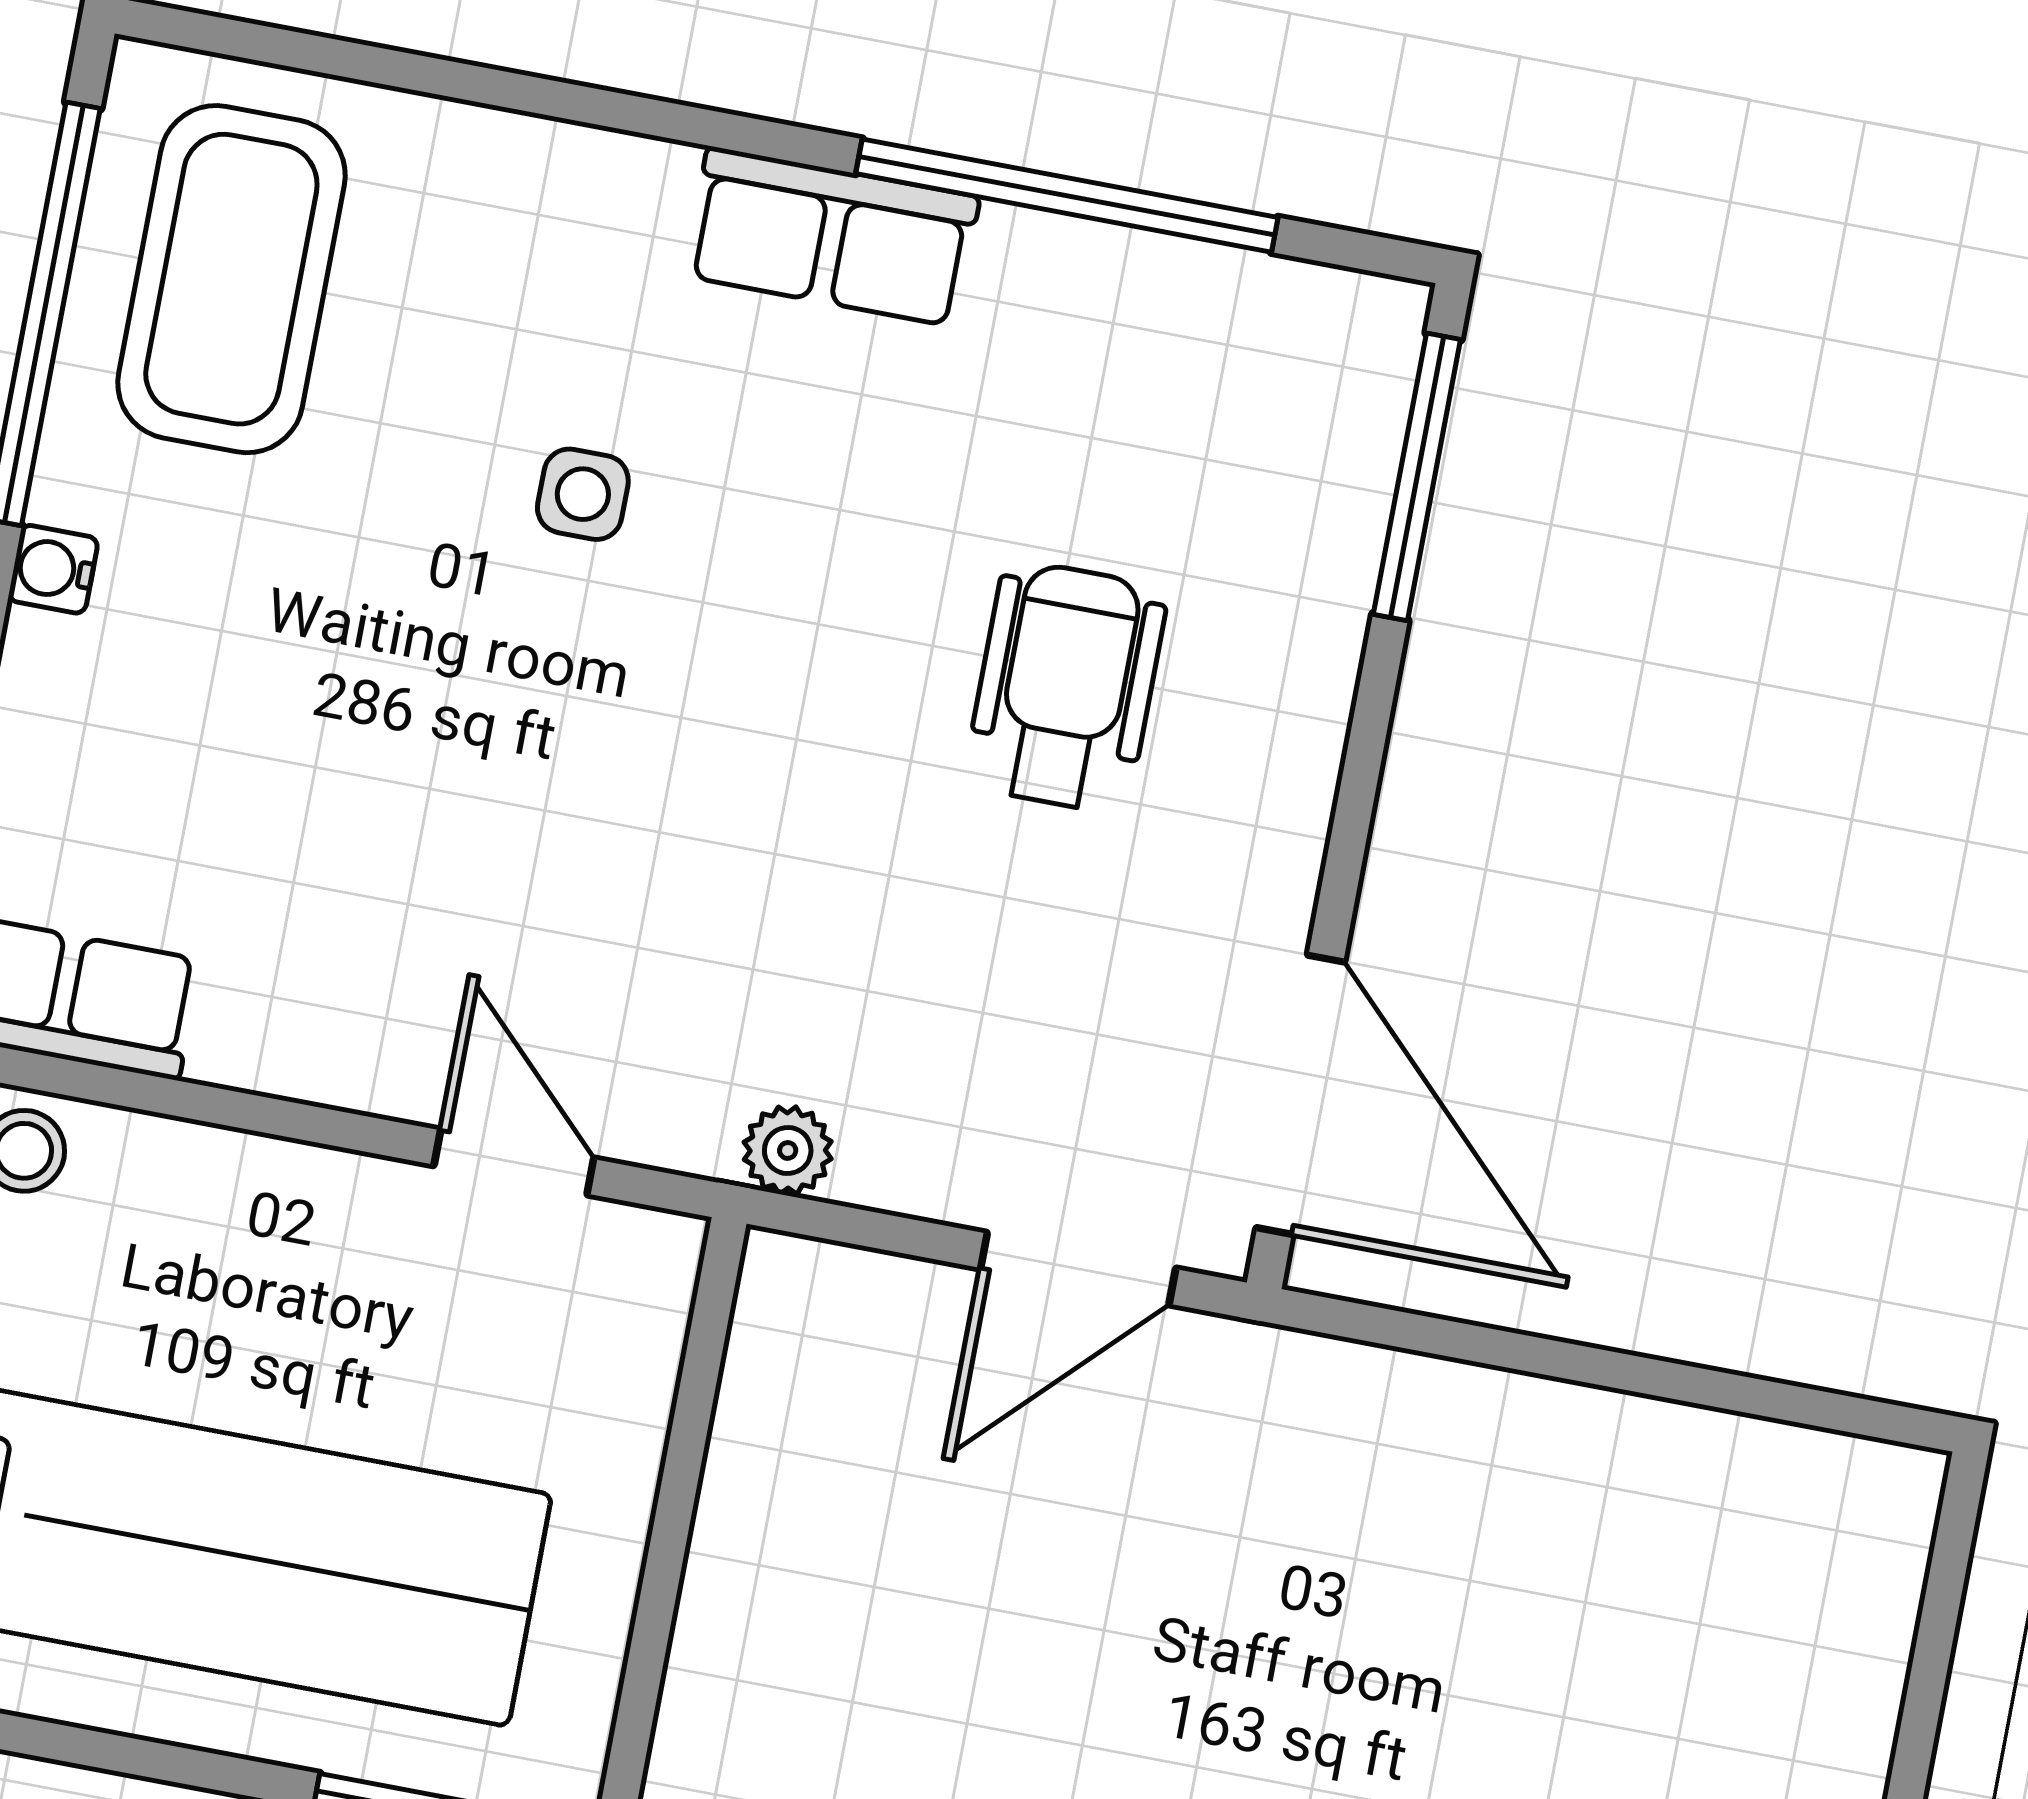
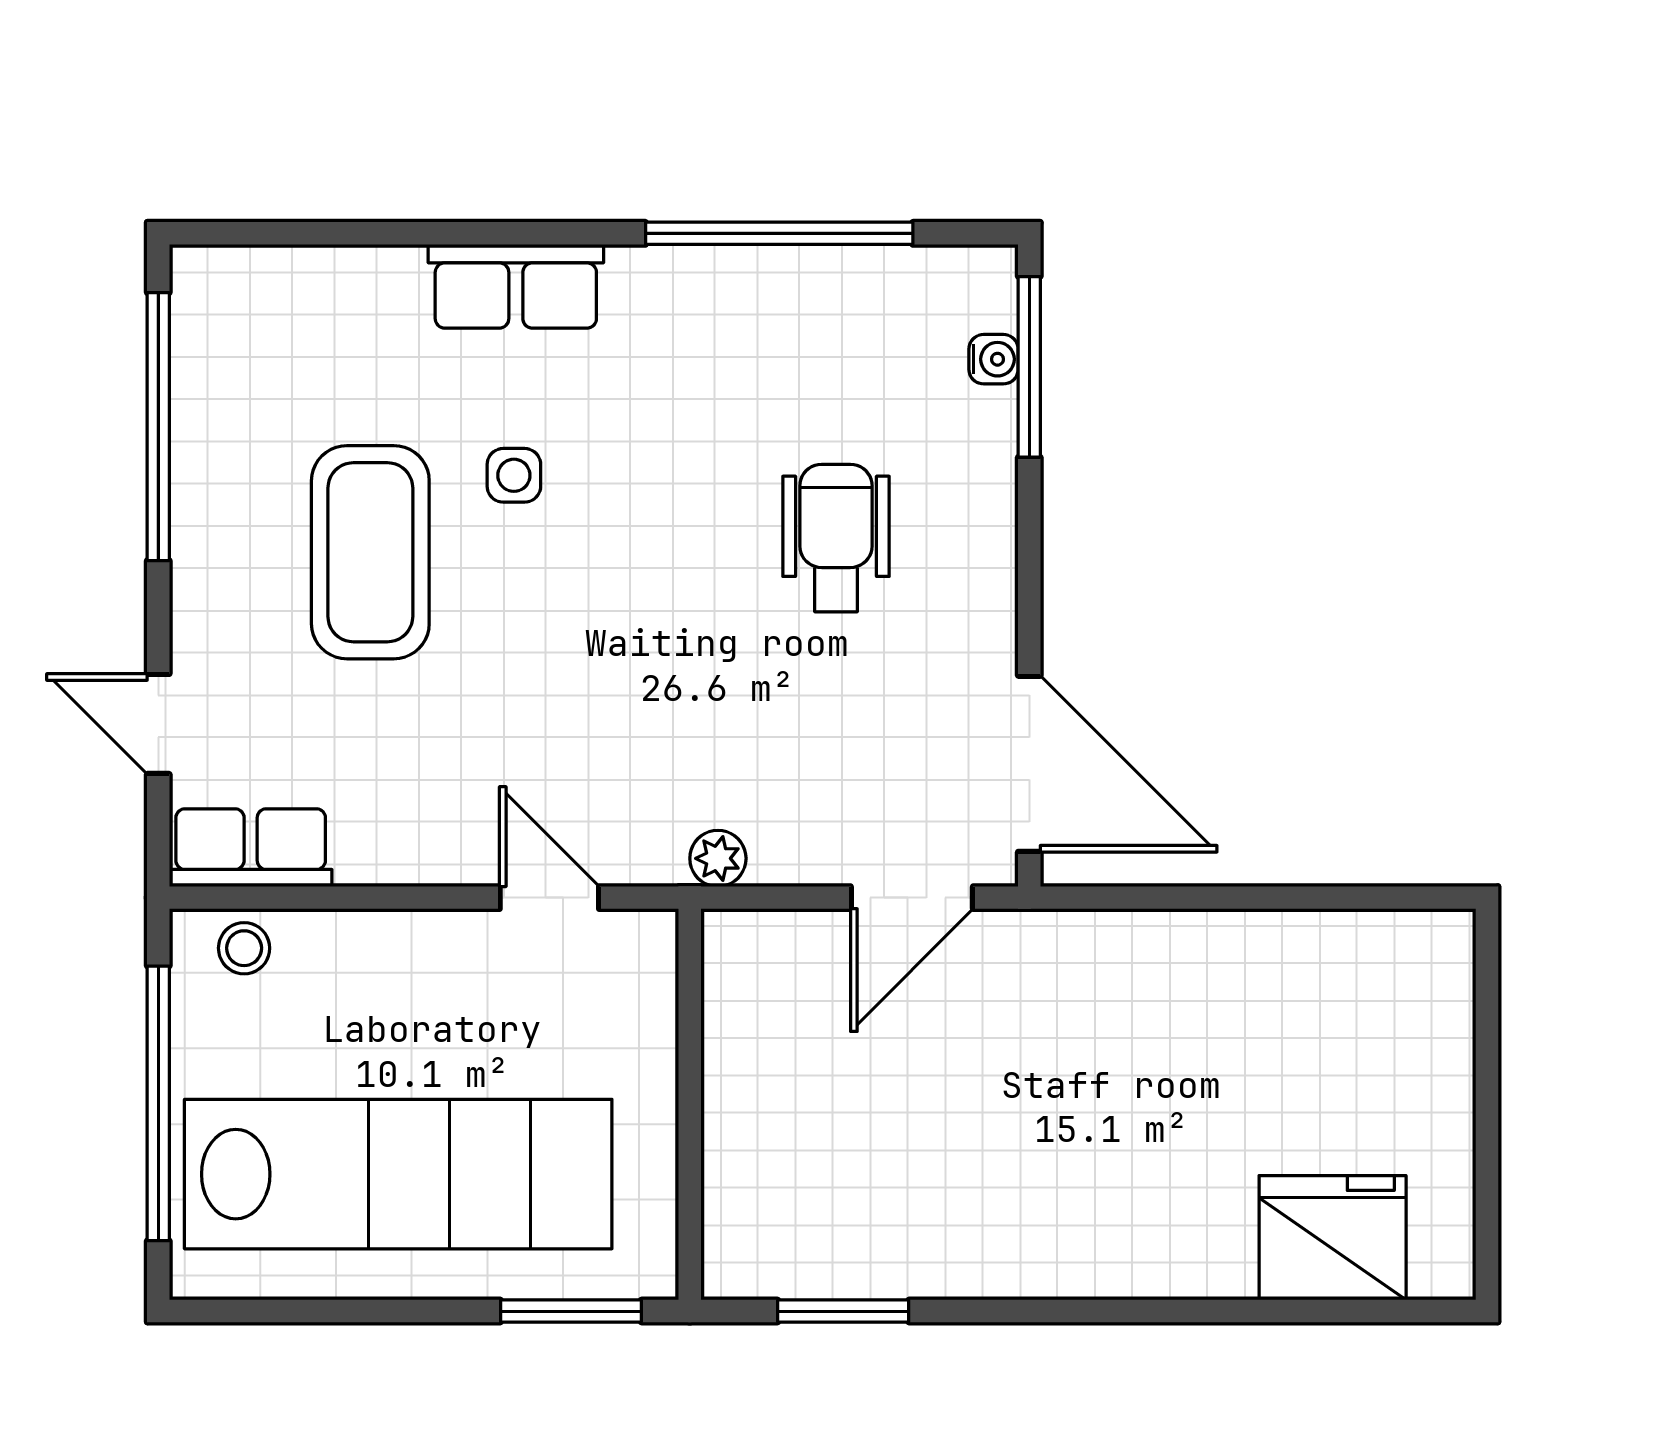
row of seats: (832, 237) -> (516, 286), moved
coffee table: (231, 279) -> (370, 552), moved
water cooler: (53, 569) -> (994, 359), moved, turned 180

